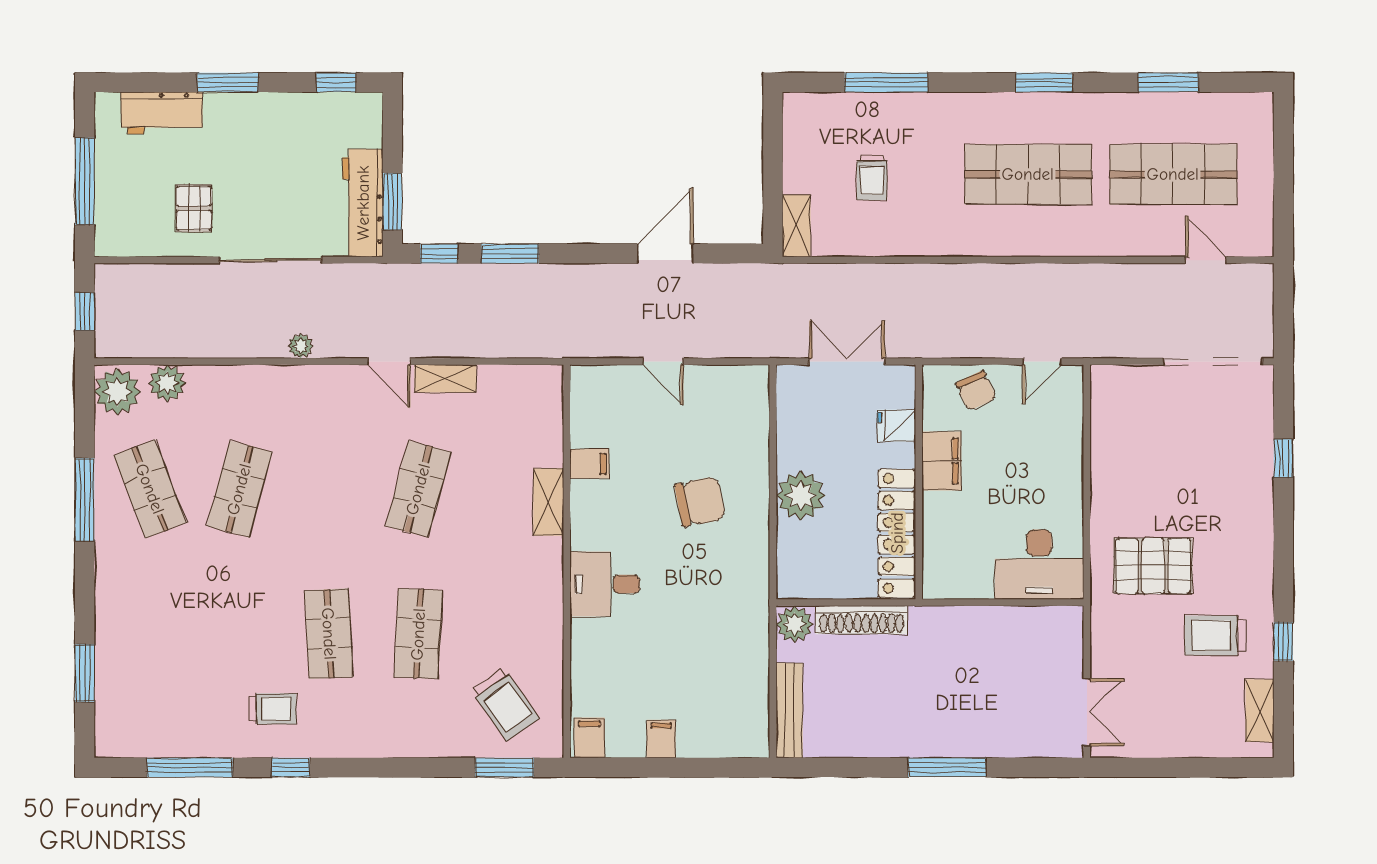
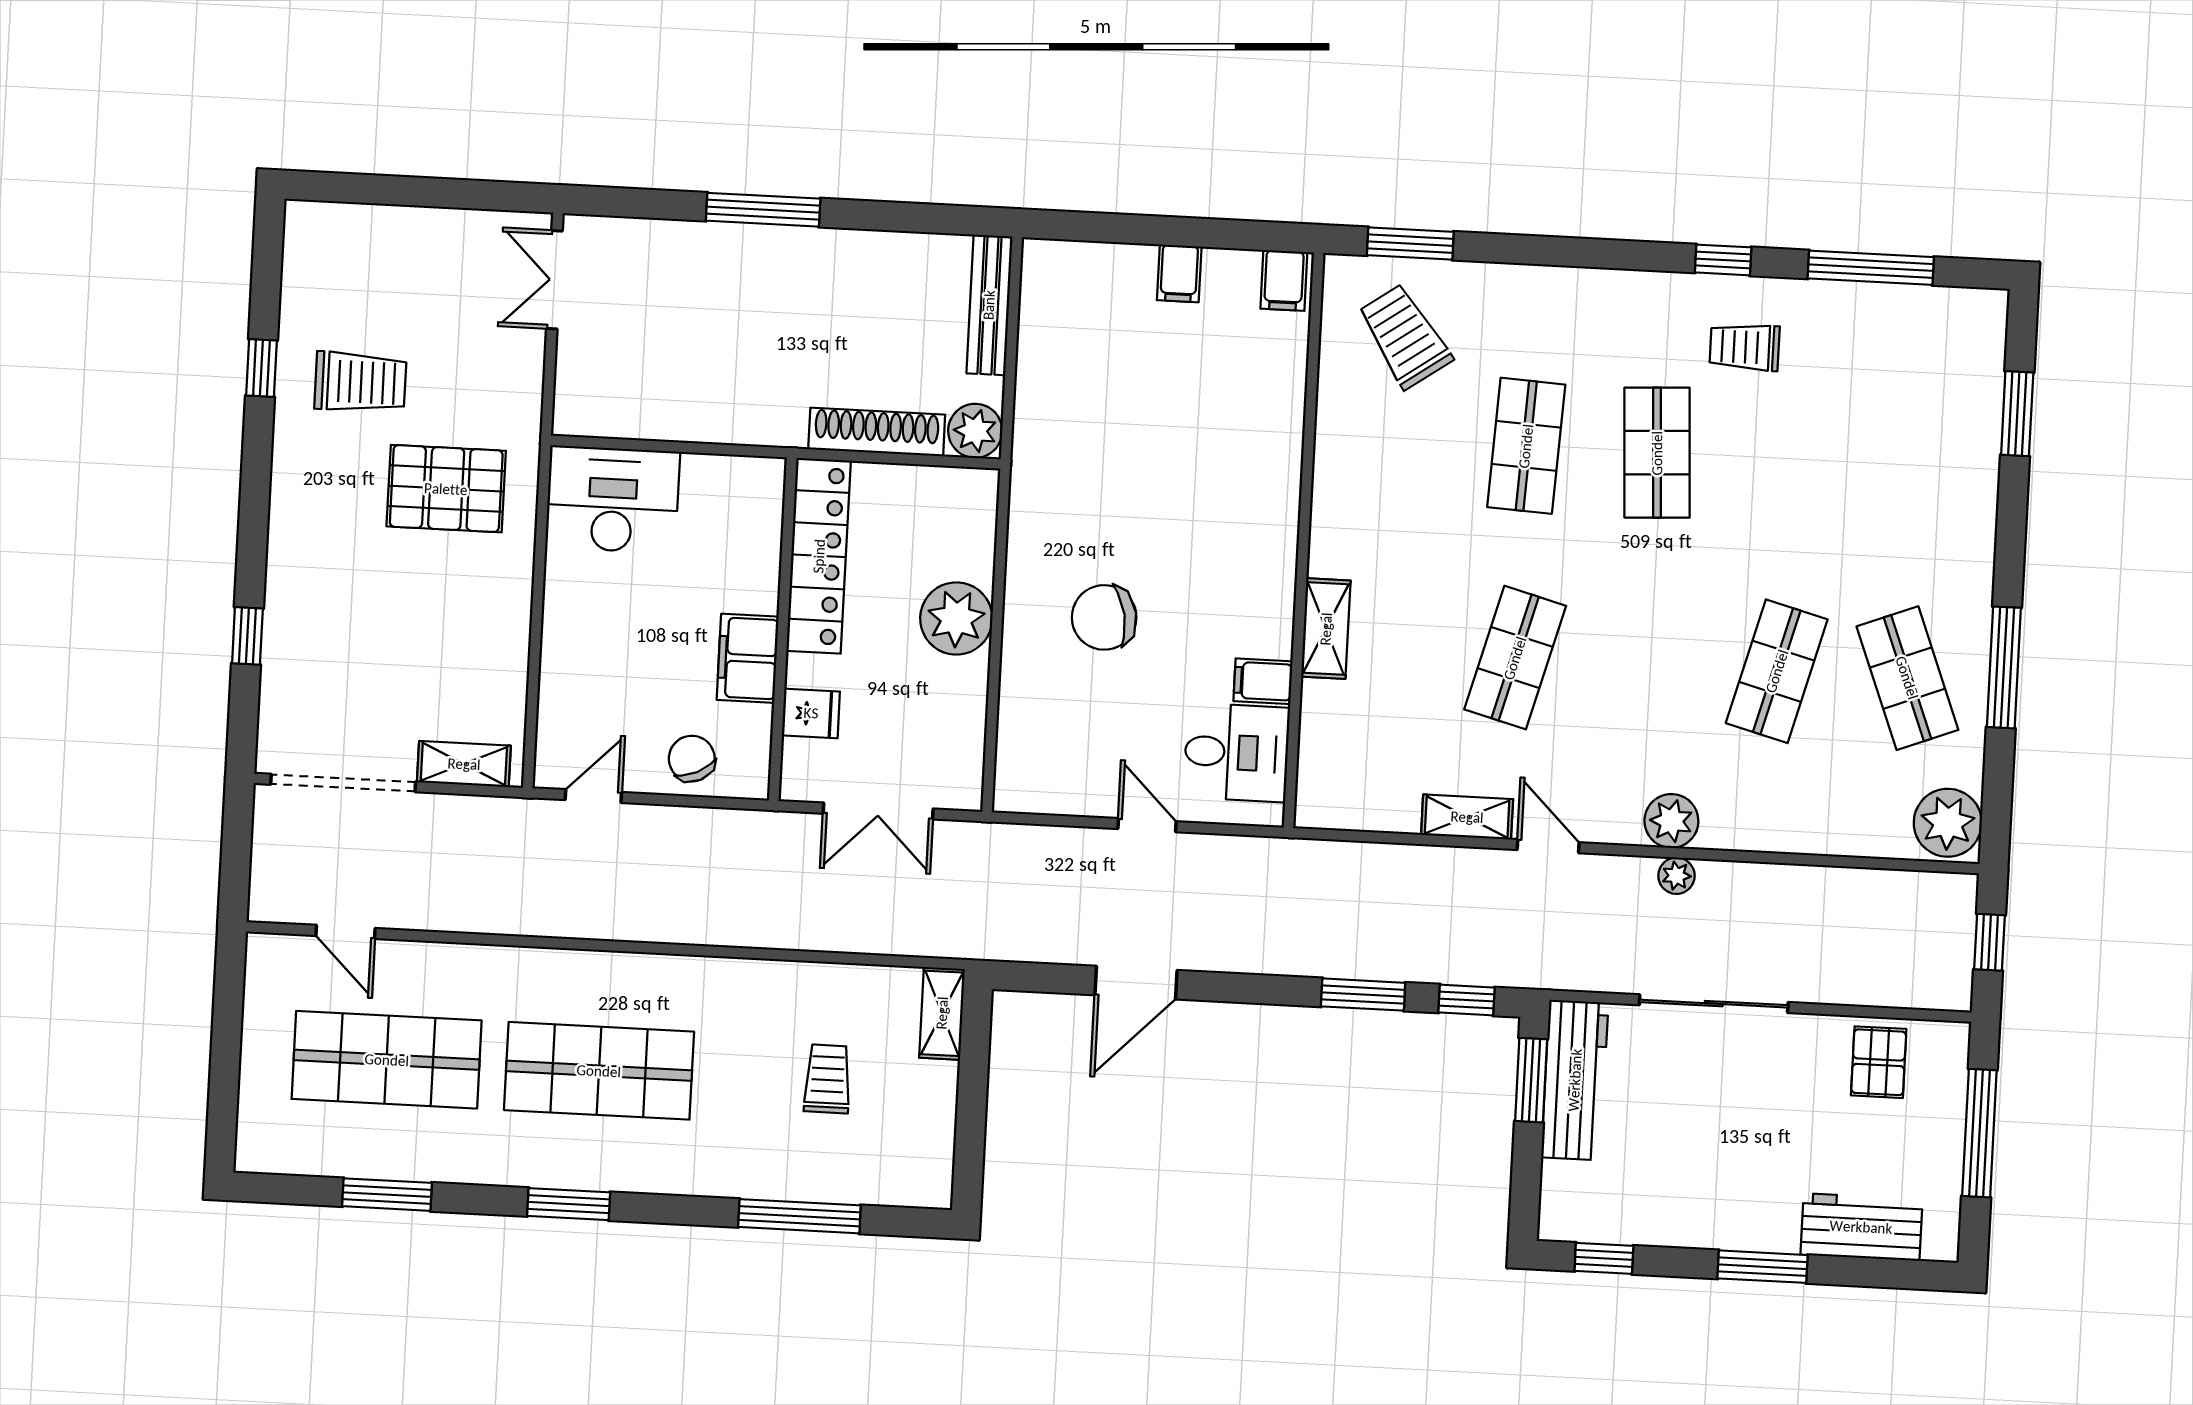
pallet: (194, 208) -> (1879, 1062), moved
plant: (167, 383) -> (1671, 821), moved
desk: (605, 584) -> (1237, 752), moved
shelving: (1260, 711) -> (464, 764), moved, turned 90

